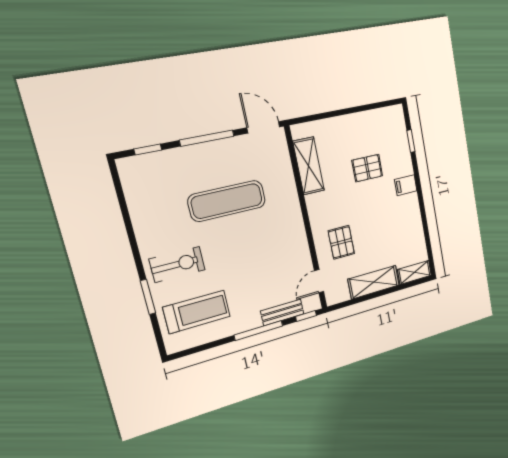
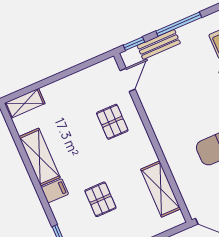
pallet: (367, 168) -> (100, 199), turned 90
shelving: (374, 282) -> (40, 157), moved, turned 90

